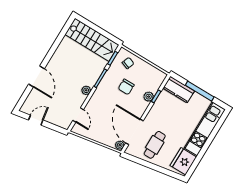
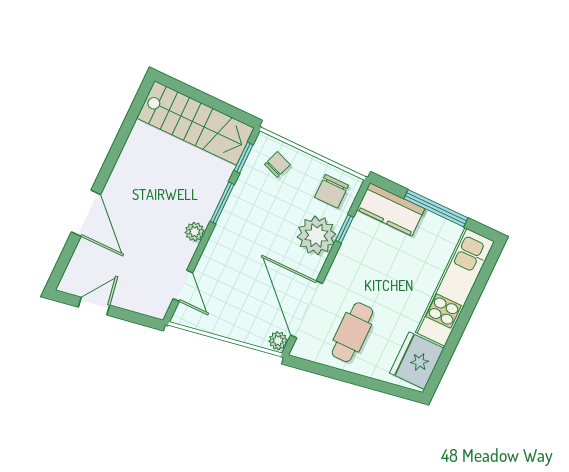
chair: (126, 87) -> (332, 191), moved
plant: (149, 97) -> (316, 235), width x1.88, depth x1.88

